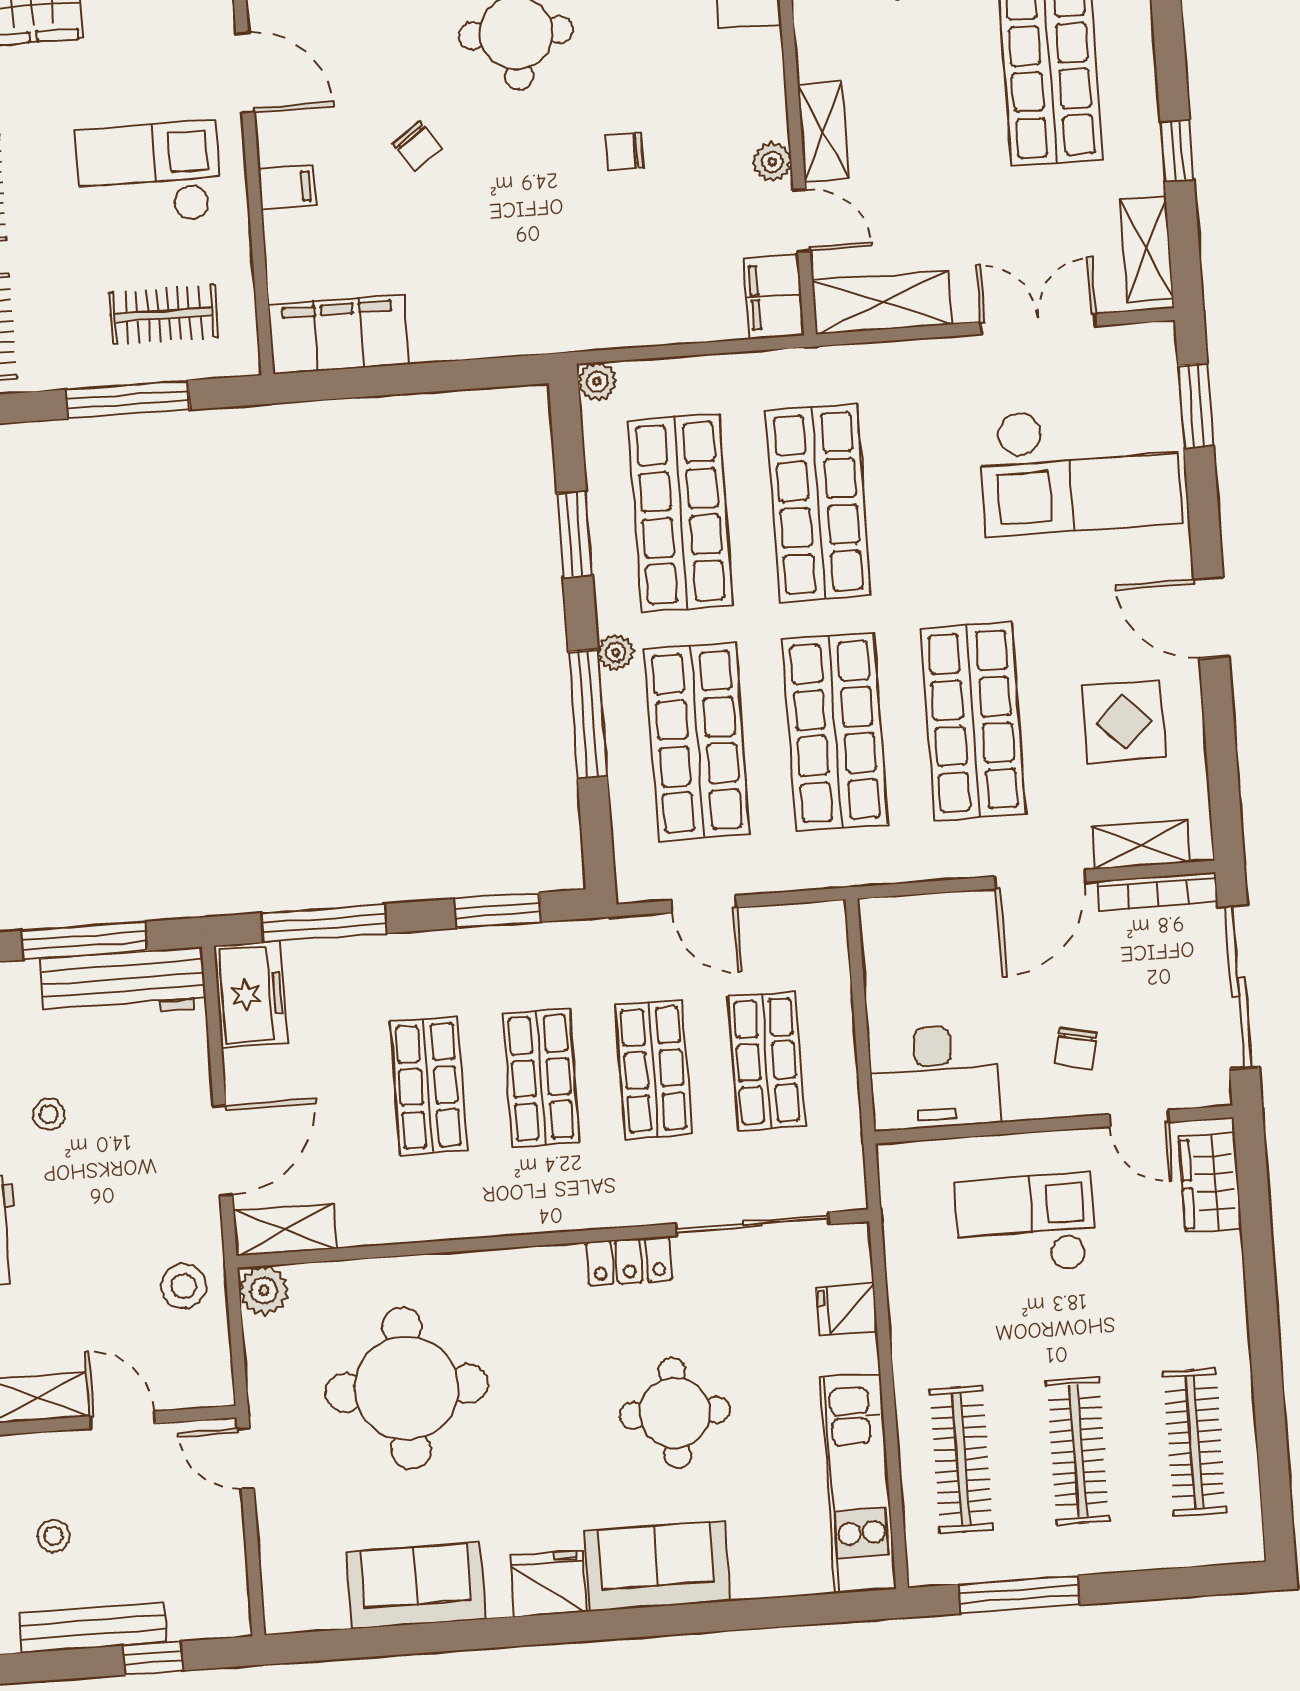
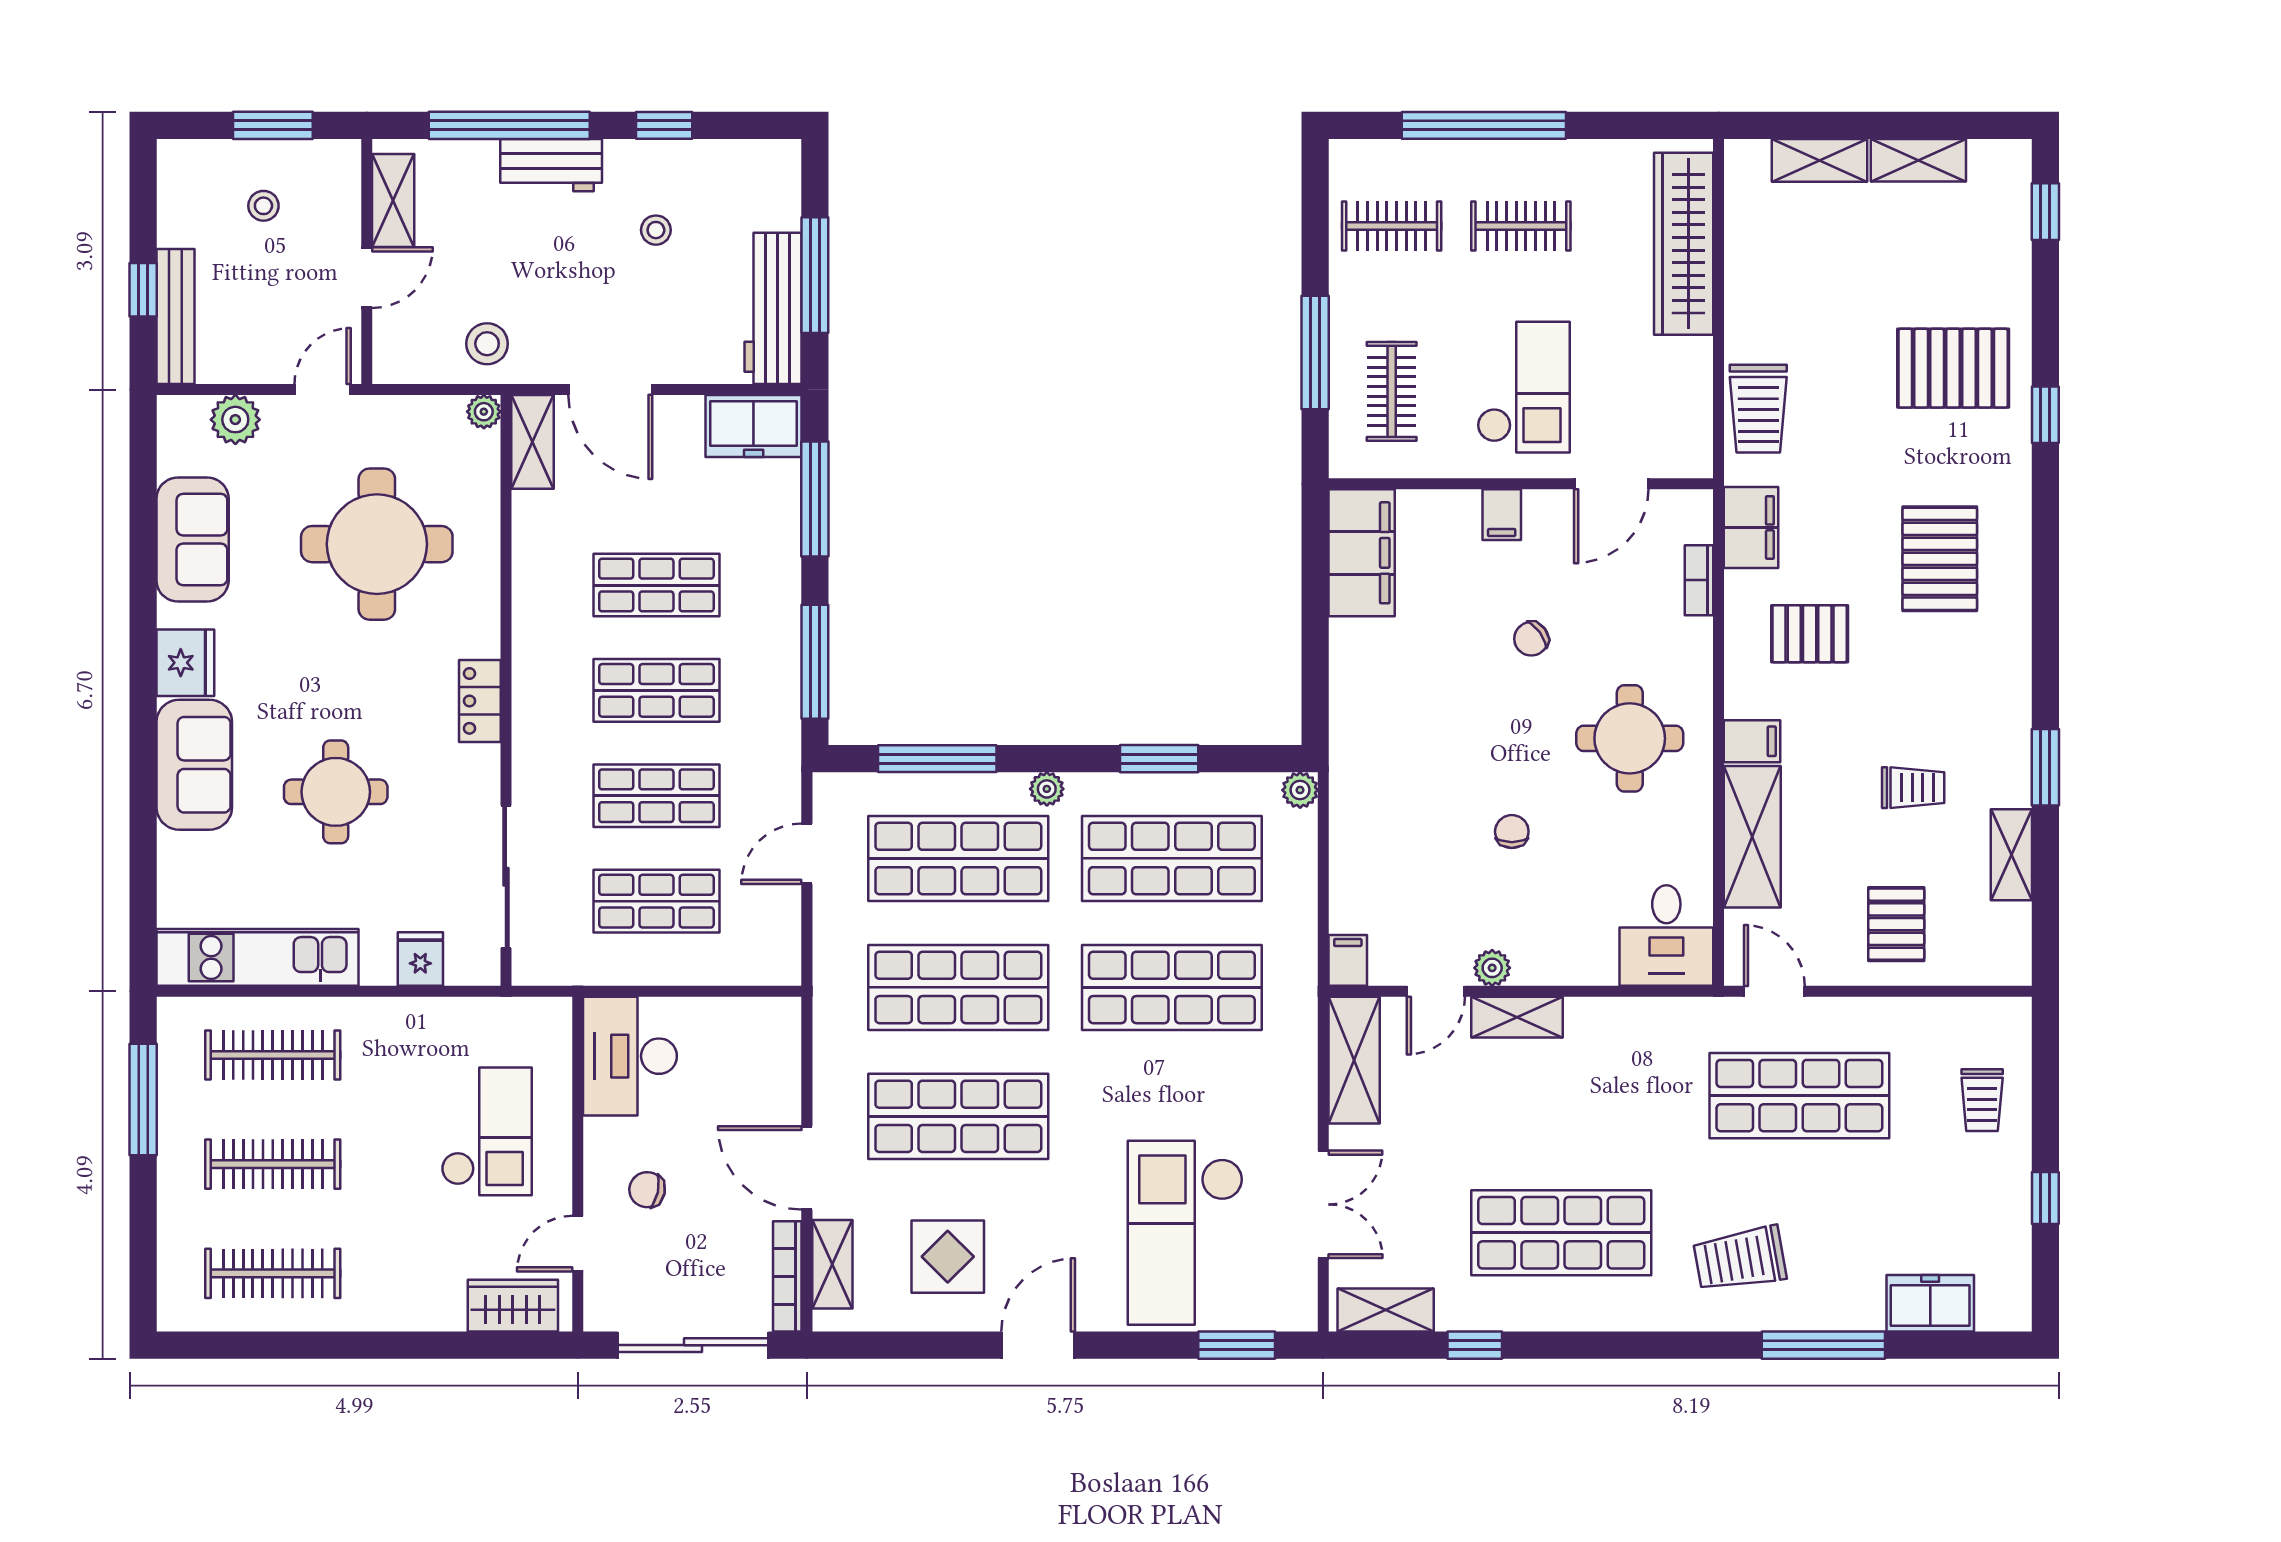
filing cabinet: (774, 296) -> (1348, 960), width x0.50
window: (588, 714) -> (937, 759), moved
window: (498, 910) -> (815, 662), width x1.44
locker: (629, 1261) -> (480, 701), moved
plant: (264, 1290) -> (484, 412), width x0.73, depth x0.73
plant: (284, 1549) -> (235, 420), added
bench: (93, 1628) -> (176, 317), moved

